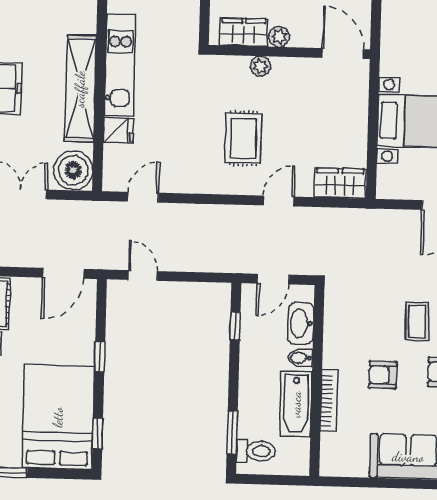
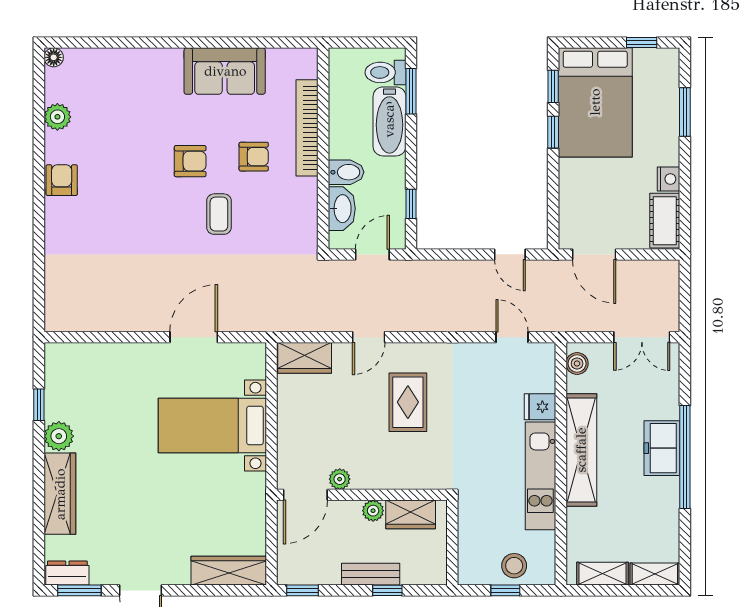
door: (343, 54) -> (305, 495), hinge flipped
plant: (260, 66) -> (340, 479), moved
boiler: (73, 170) -> (577, 363), width x0.54, depth x0.54
door: (143, 197) -> (512, 337), swing flipped
door: (63, 273) -> (594, 254), swing flipped
window: (100, 357) -> (553, 132), moved
bidet: (300, 358) -> (346, 172), width x1.38, depth x1.36
bookcase: (329, 401) -> (307, 128), width x1.48, depth x1.31
bathtub: (296, 404) -> (389, 121), moved, turned 180

